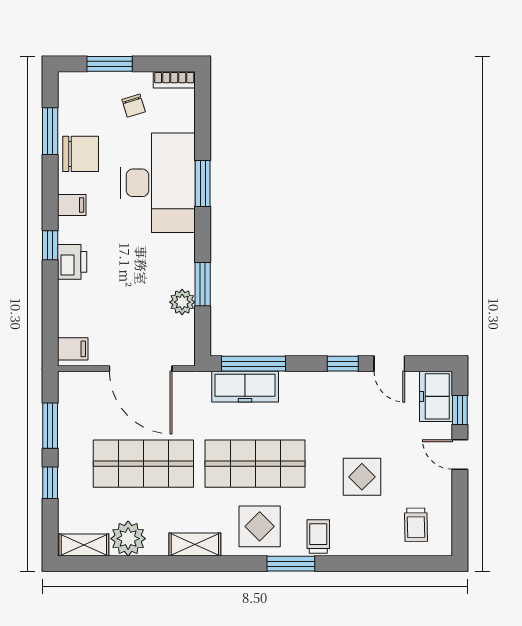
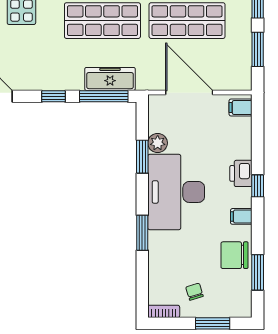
desk: (158, 183) -> (176, 192), moved
window: (343, 364) -> (53, 96), moved

